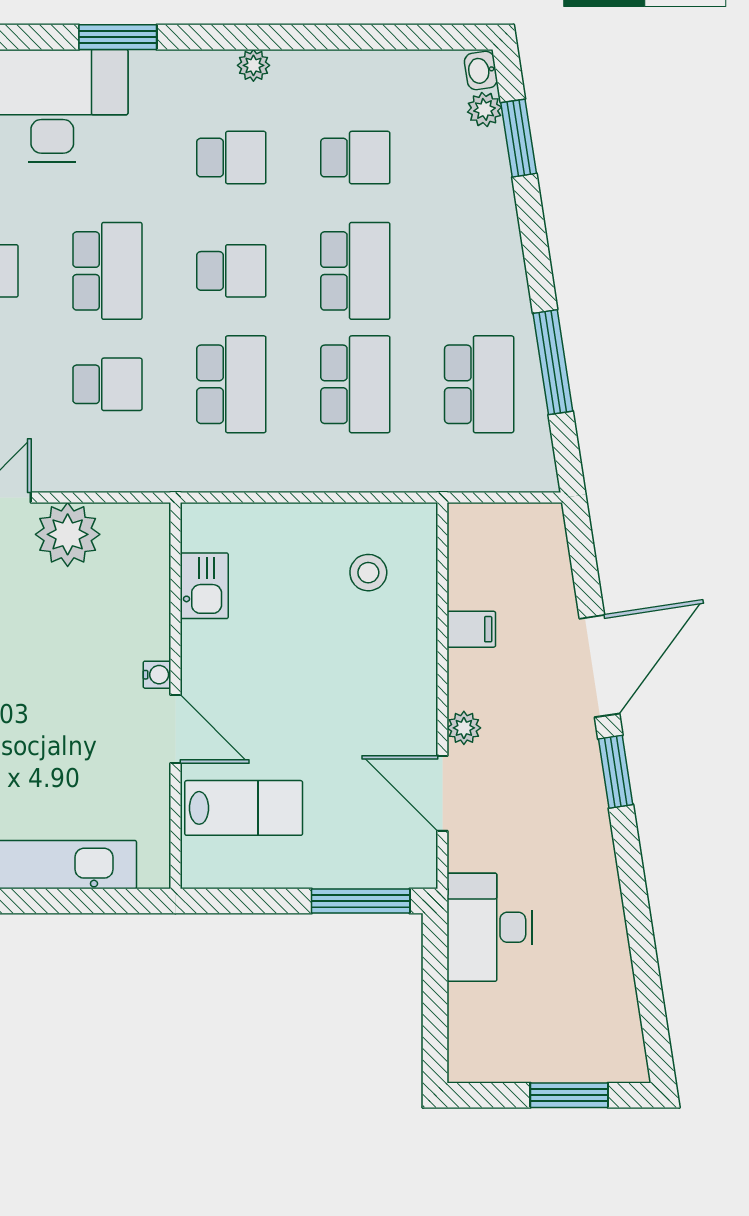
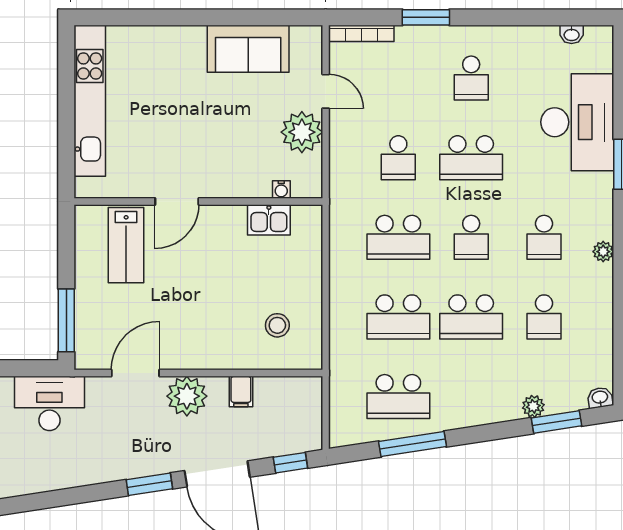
plant: (484, 109) -> (533, 406), moved
window: (582, 552) -> (290, 463), added
water cooler: (157, 675) -> (281, 190), moved
plant: (464, 728) -> (187, 396), width x1.87, depth x1.87

